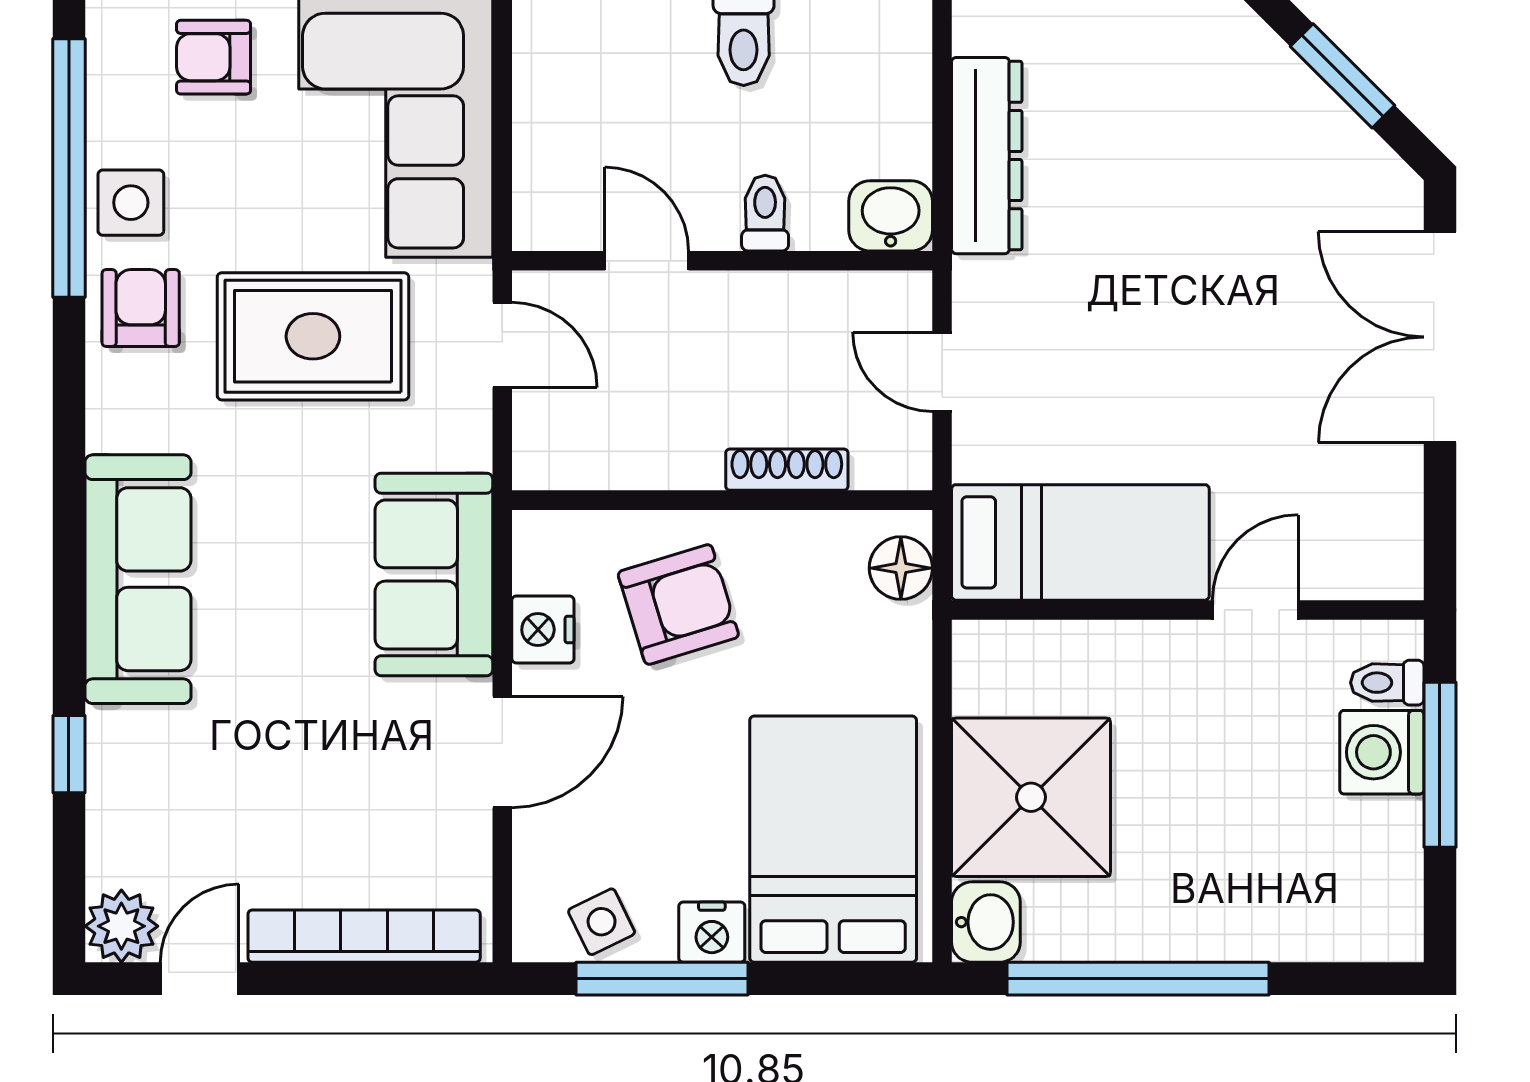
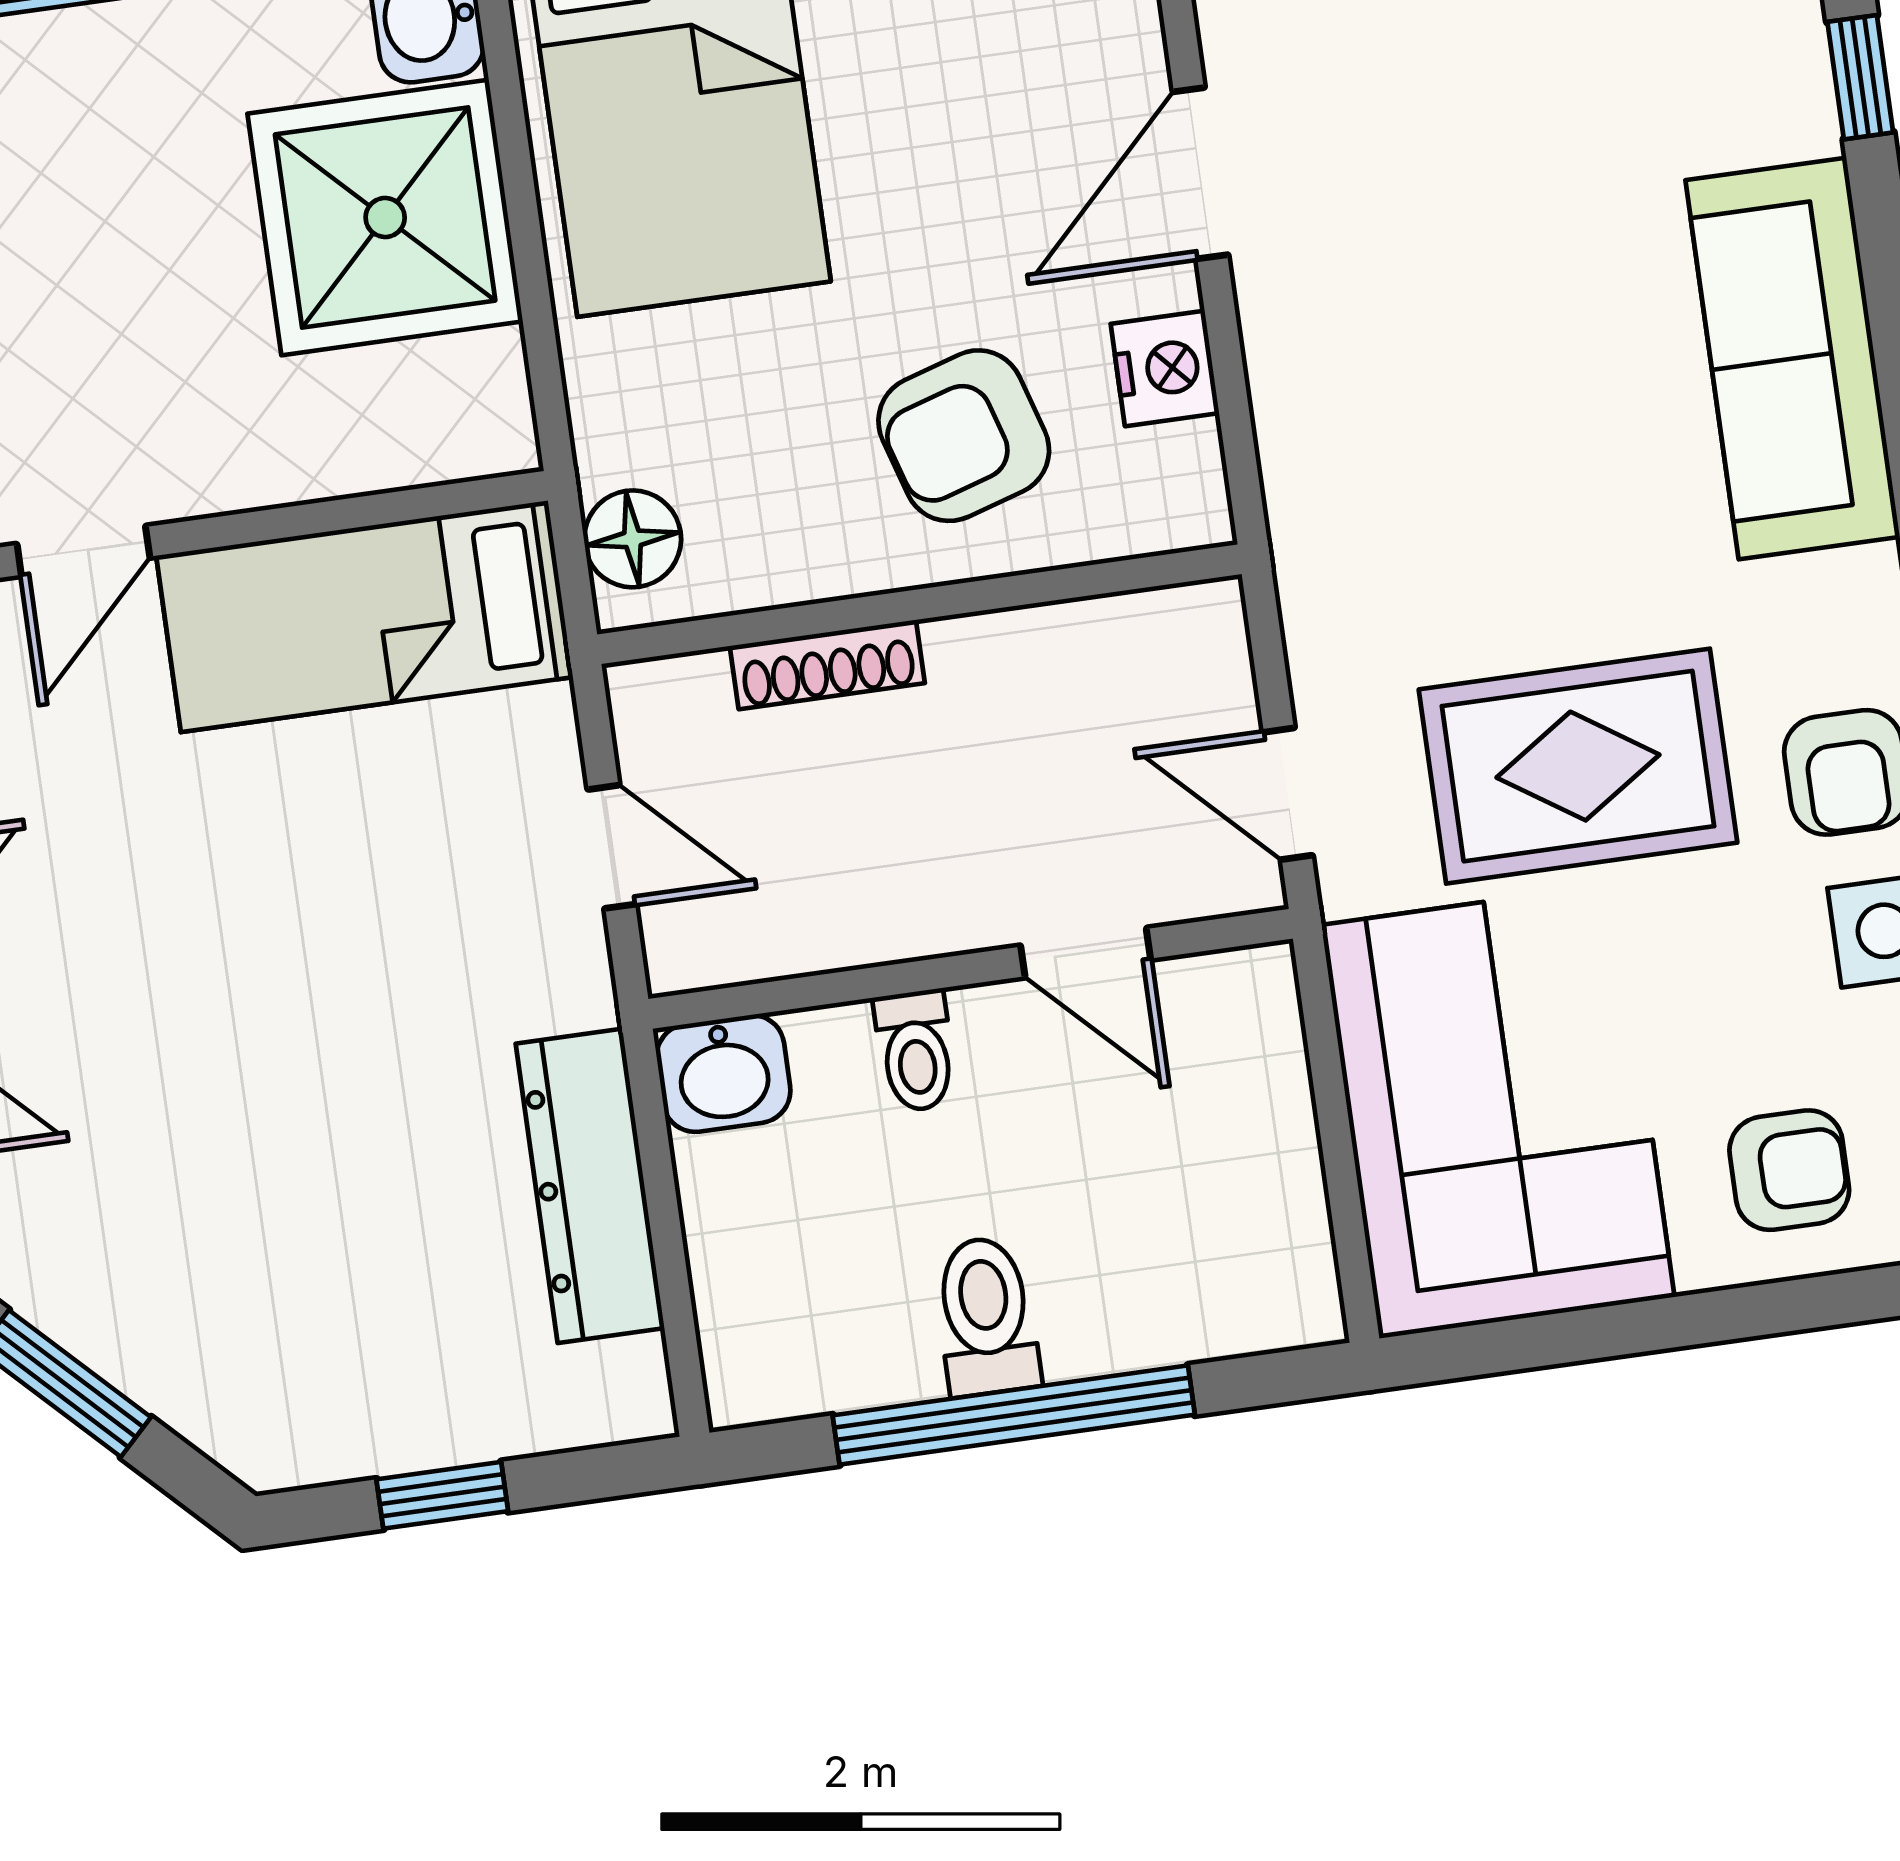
sofa: (434, 574) -> (1343, 429), removed

